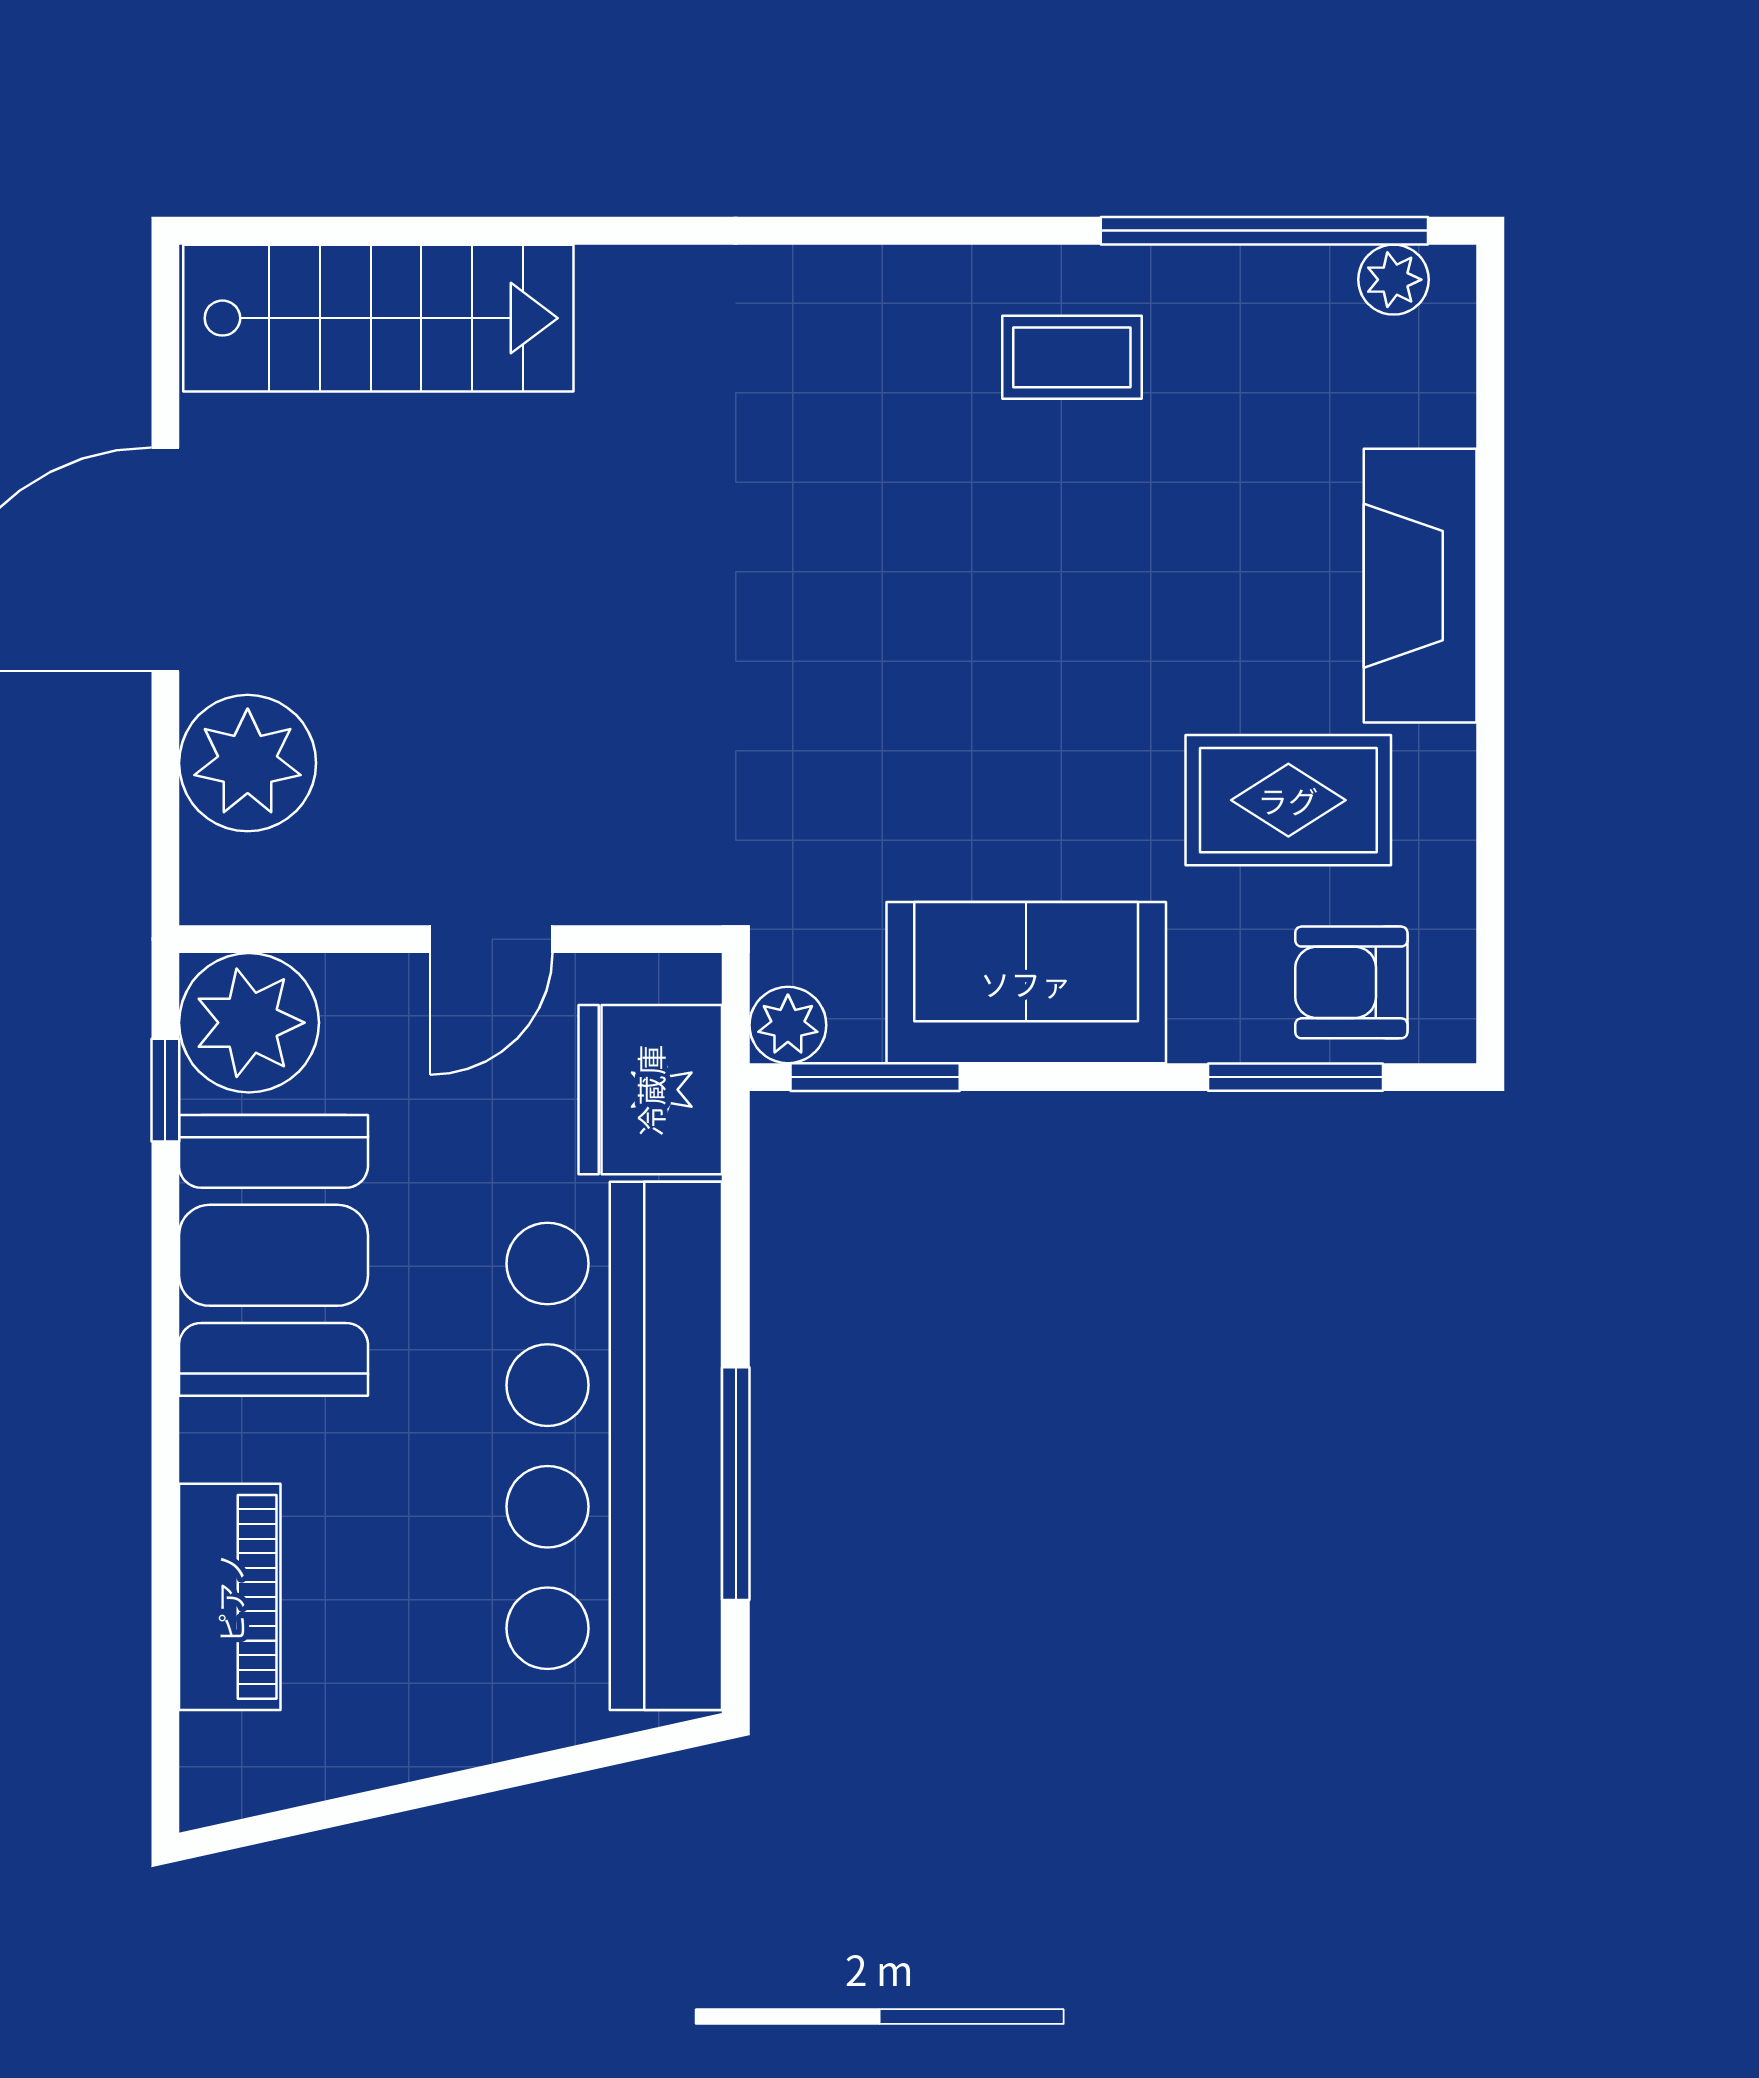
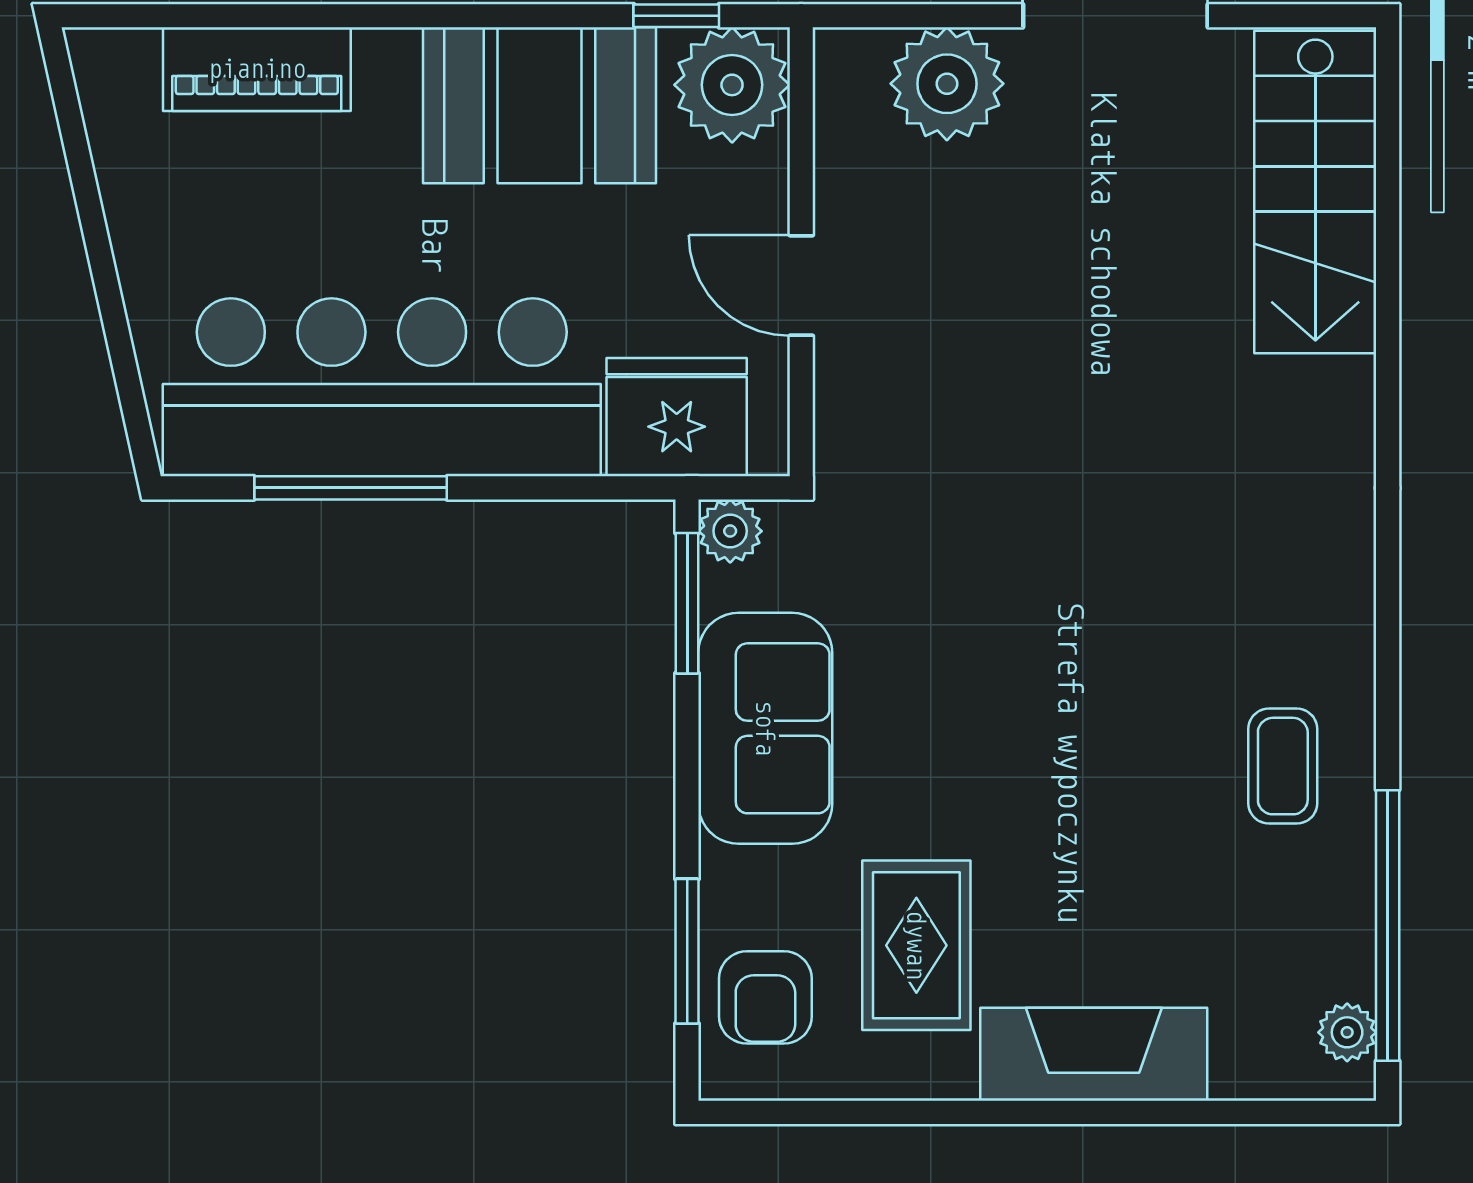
armchair: (1351, 982) -> (765, 997), turned 180

